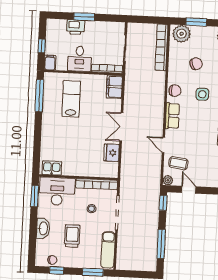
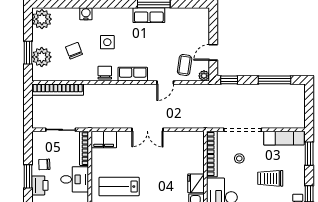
chair: (94, 32) -> (44, 164), added
plant: (182, 34) -> (42, 57), moved
fridge: (112, 153) -> (196, 183), moved, turned 90

